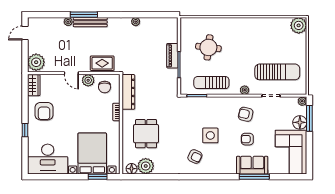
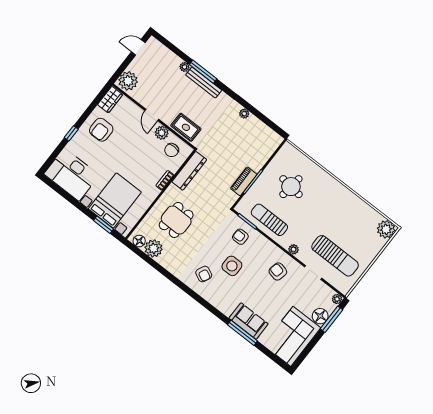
piano: (172, 56) -> (244, 181), moved
armchair: (247, 139) -> (240, 237), moved

